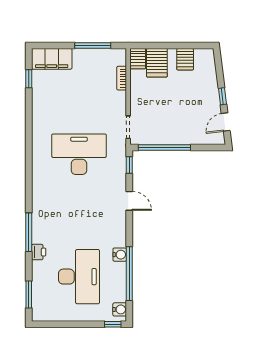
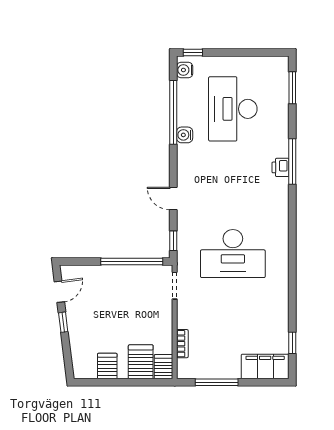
printer: (39, 252) -> (281, 167), moved

